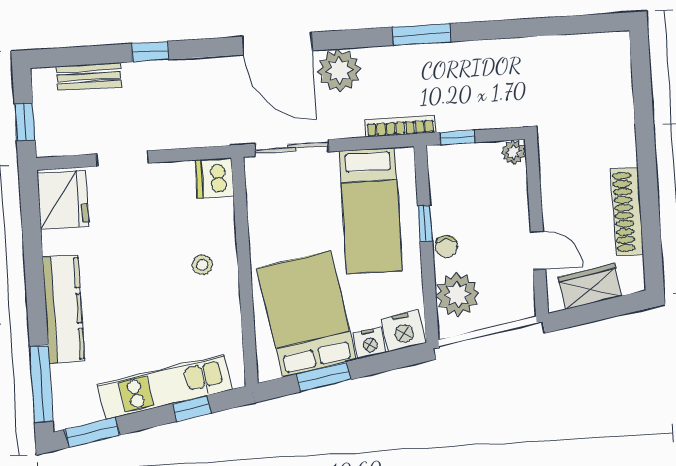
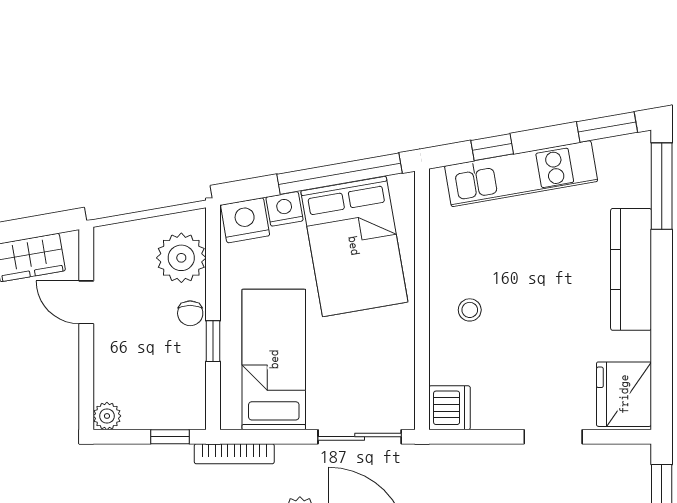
chair: (446, 246) -> (190, 313), turned 180
window: (324, 377) -> (340, 174), width x2.11

